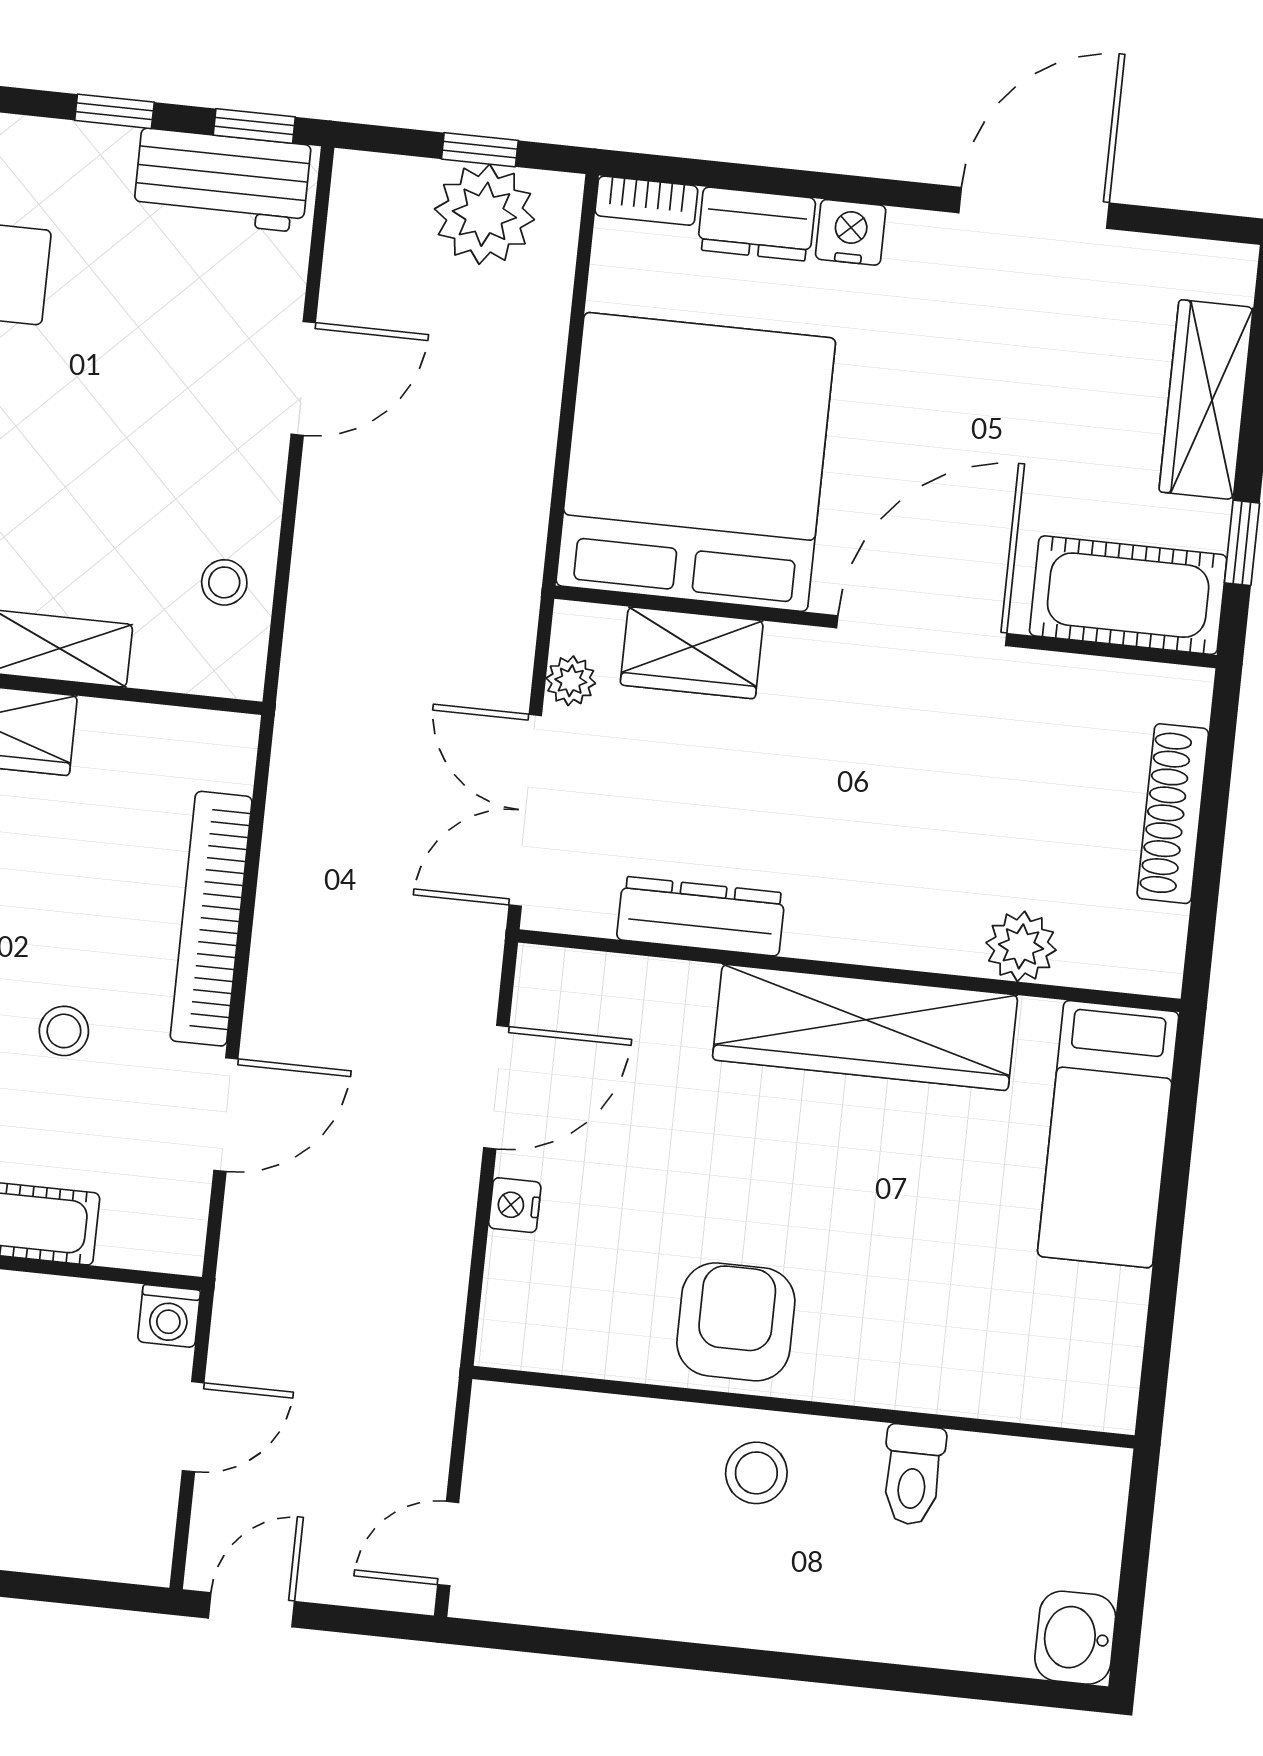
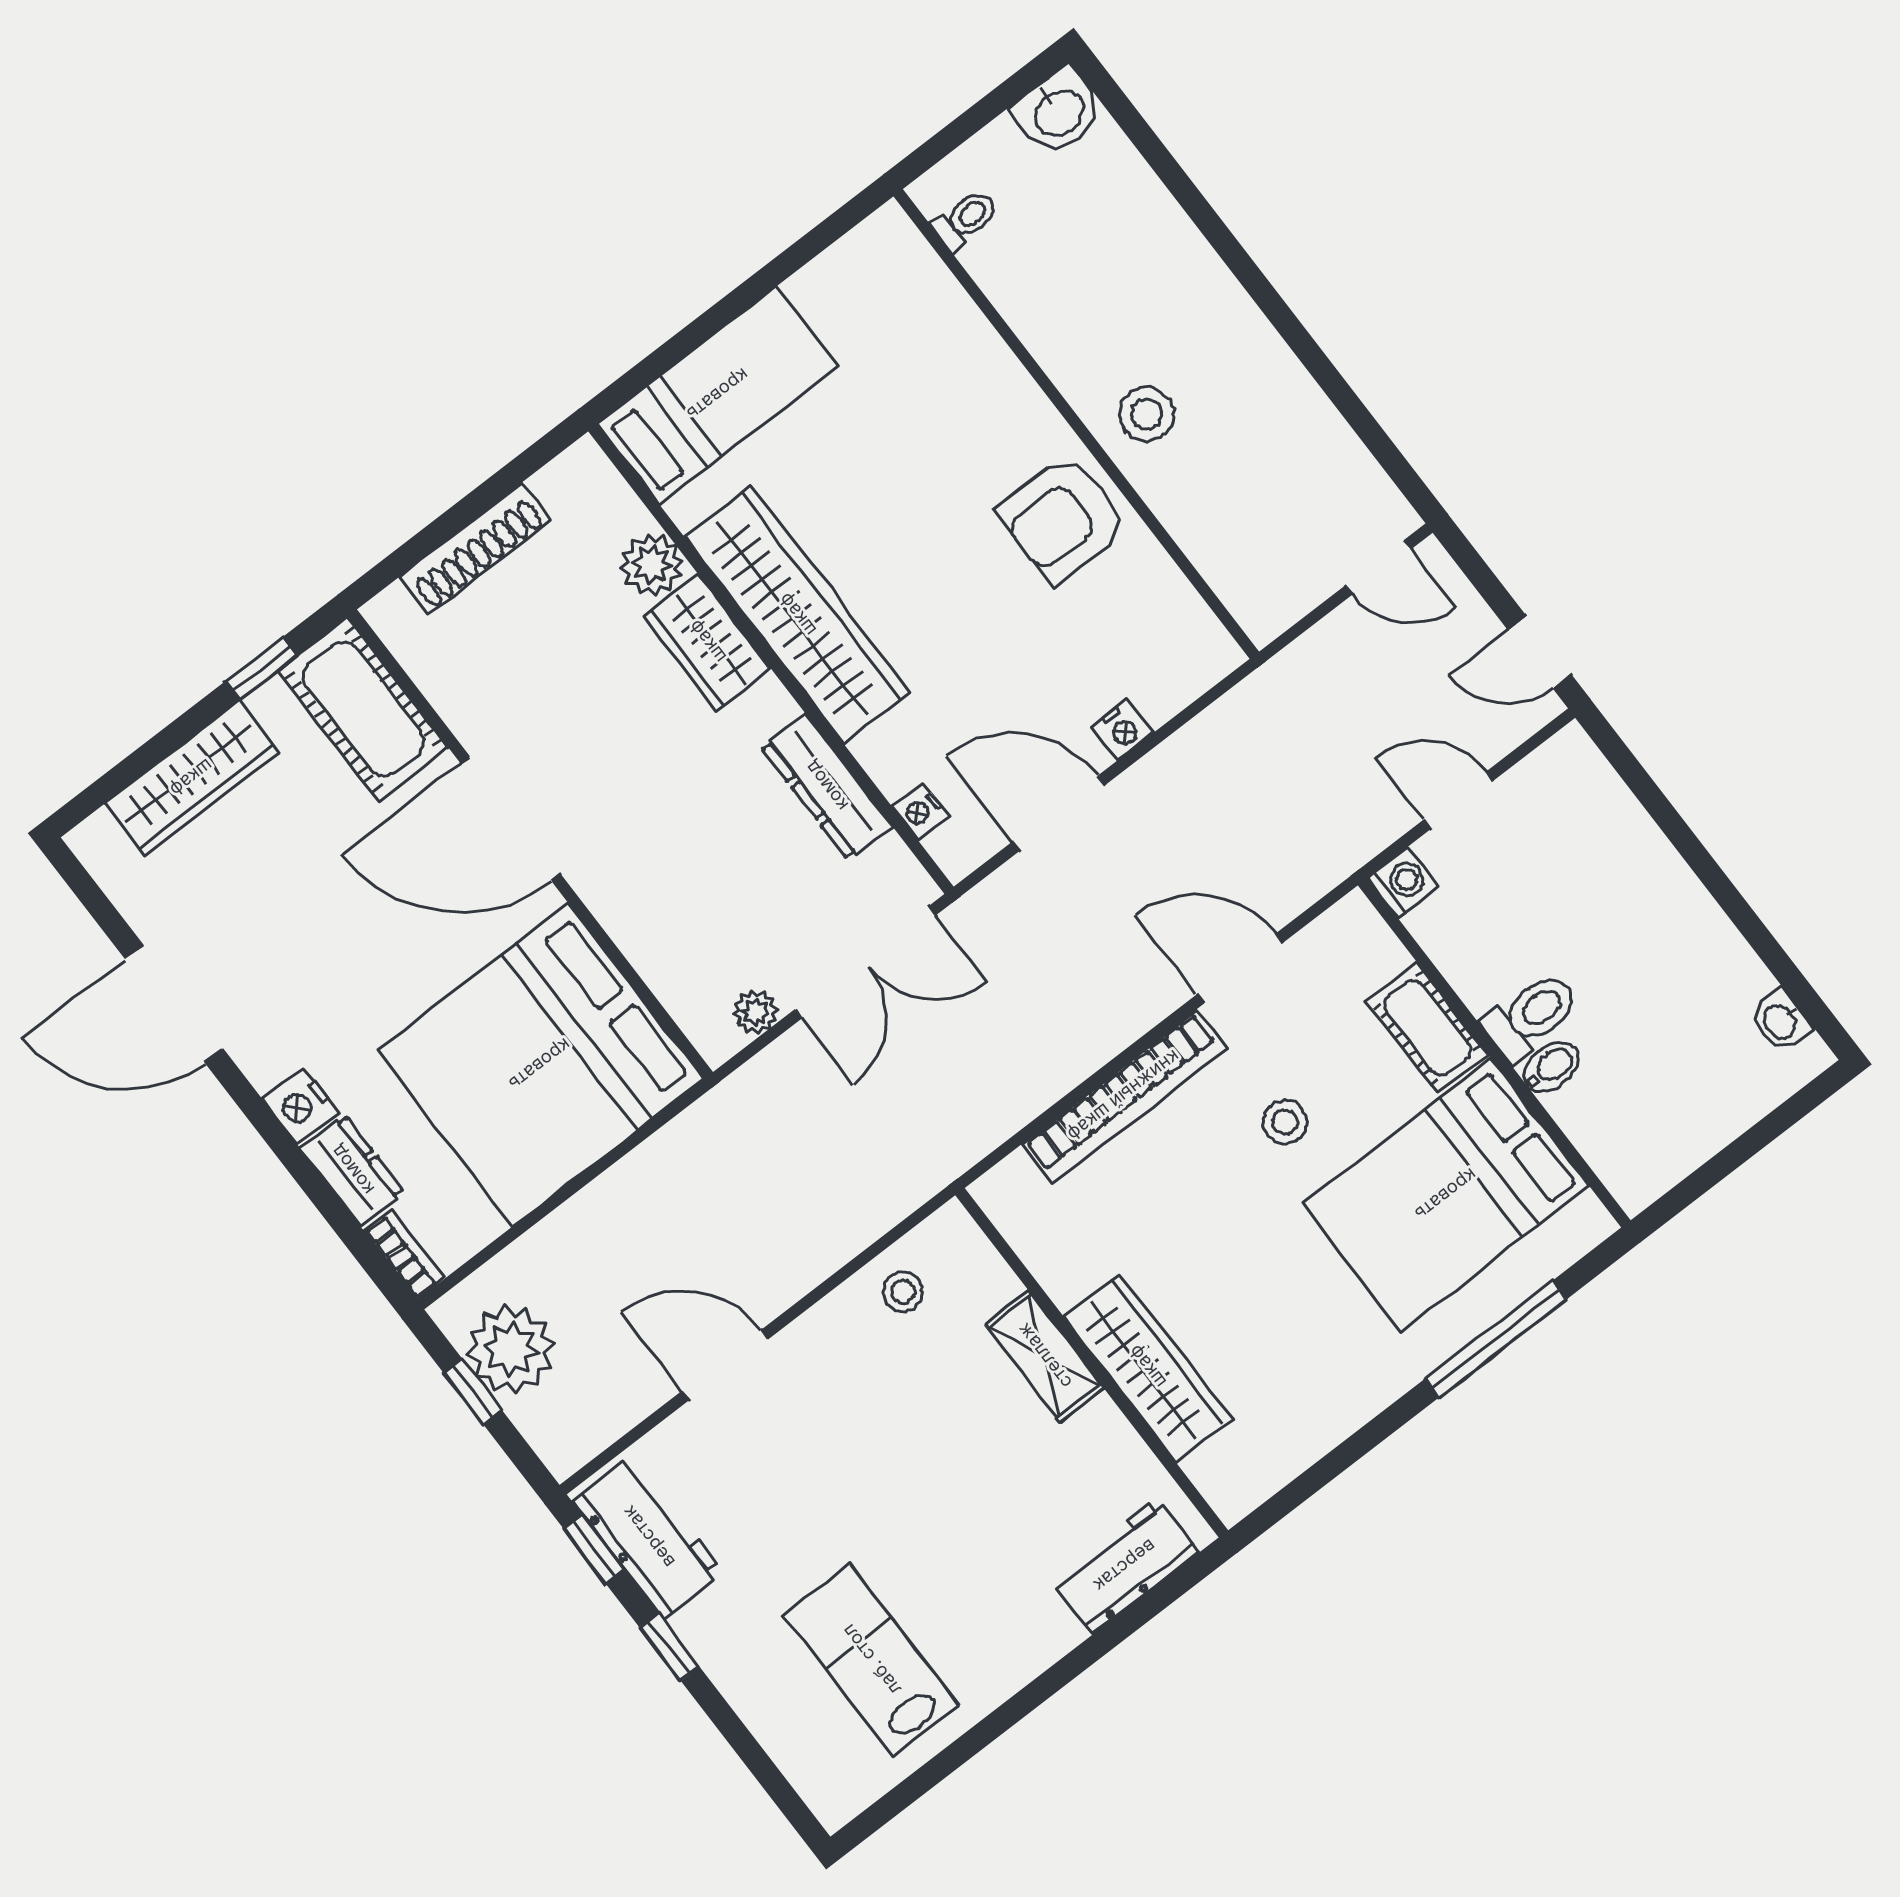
wardrobe: (692, 653) -> (707, 642), moved, turned 180
nightstand: (607, 974) -> (920, 811), added
toilet: (913, 1475) -> (966, 219), moved, width x0.73, depth x0.72

